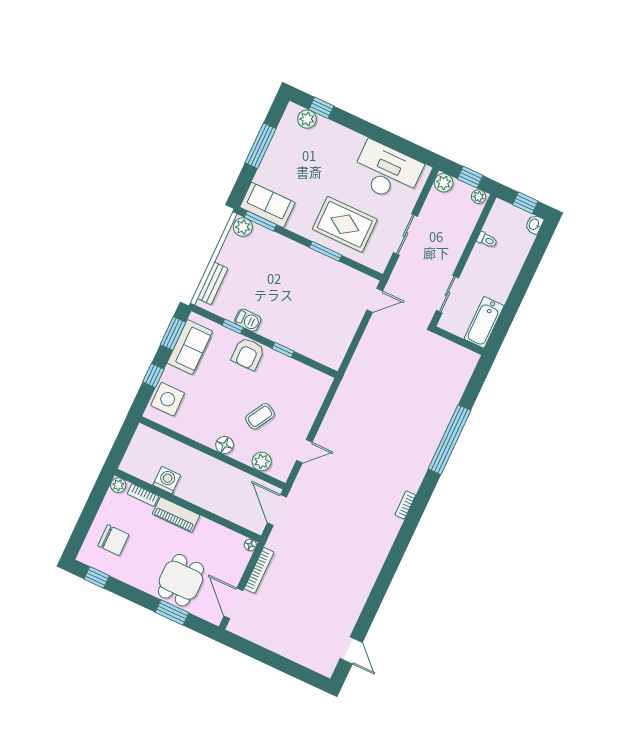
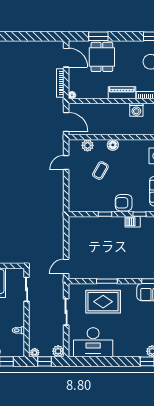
armchair: (248, 354) -> (124, 203), turned -90

